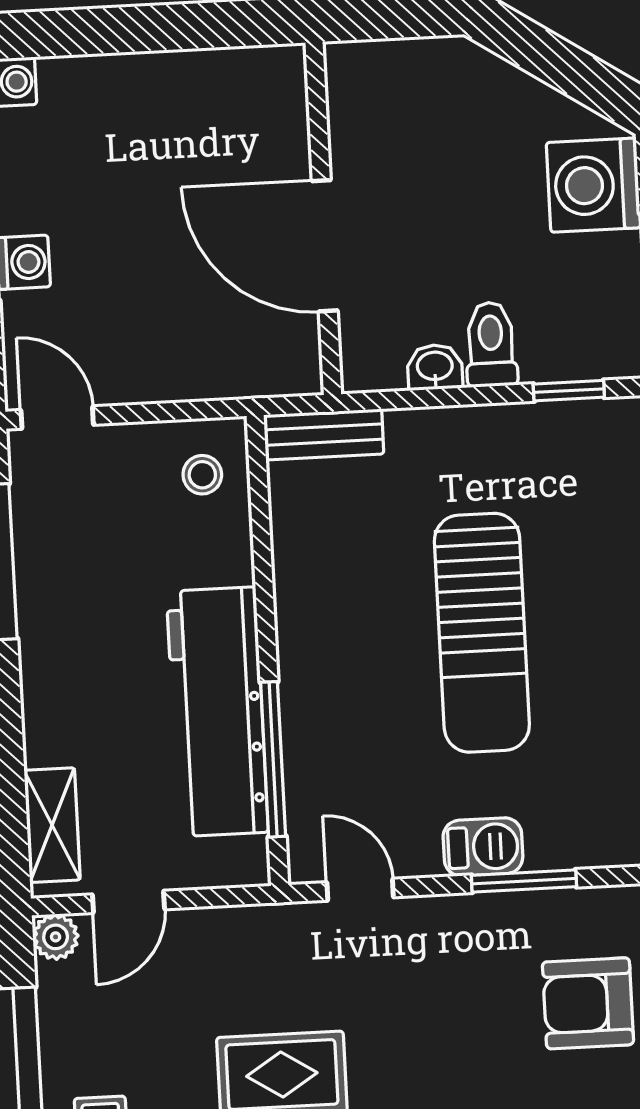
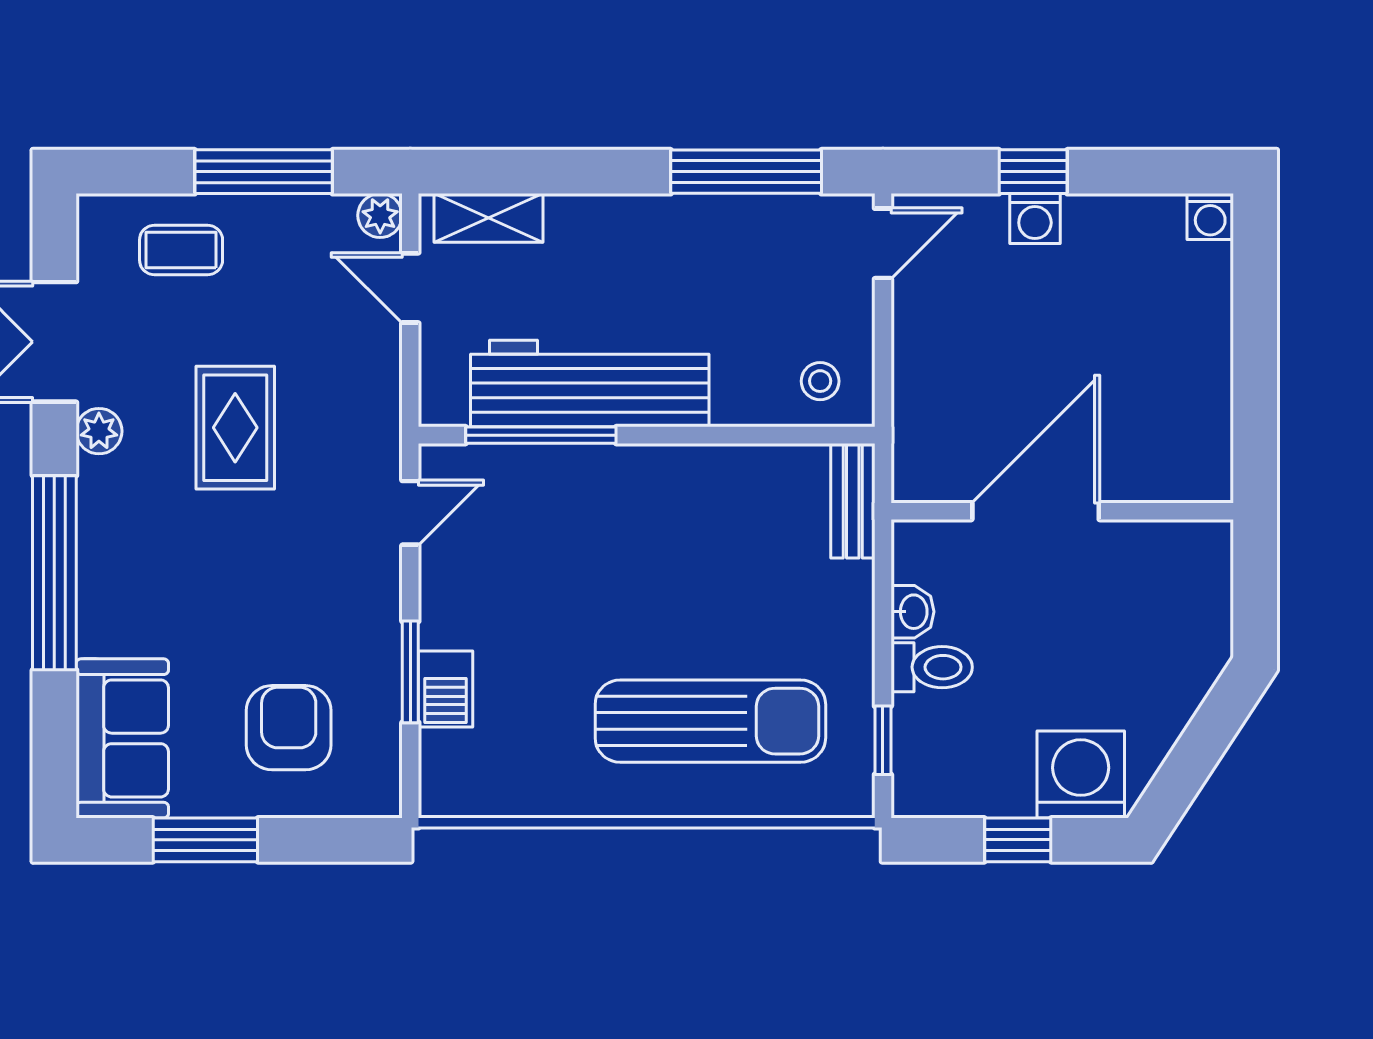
sun lounger: (482, 633) -> (710, 721), moved, turned 180
barbecue: (483, 847) -> (445, 689), moved

